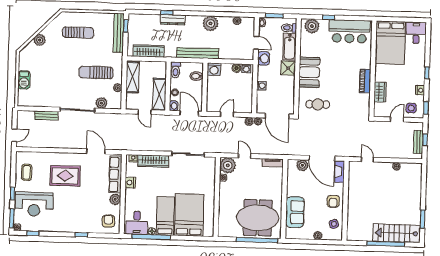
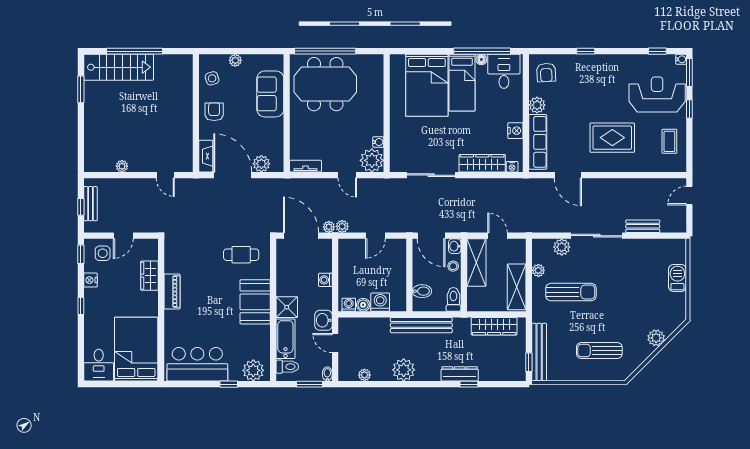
washing machine: (214, 69) -> (380, 302), moved

